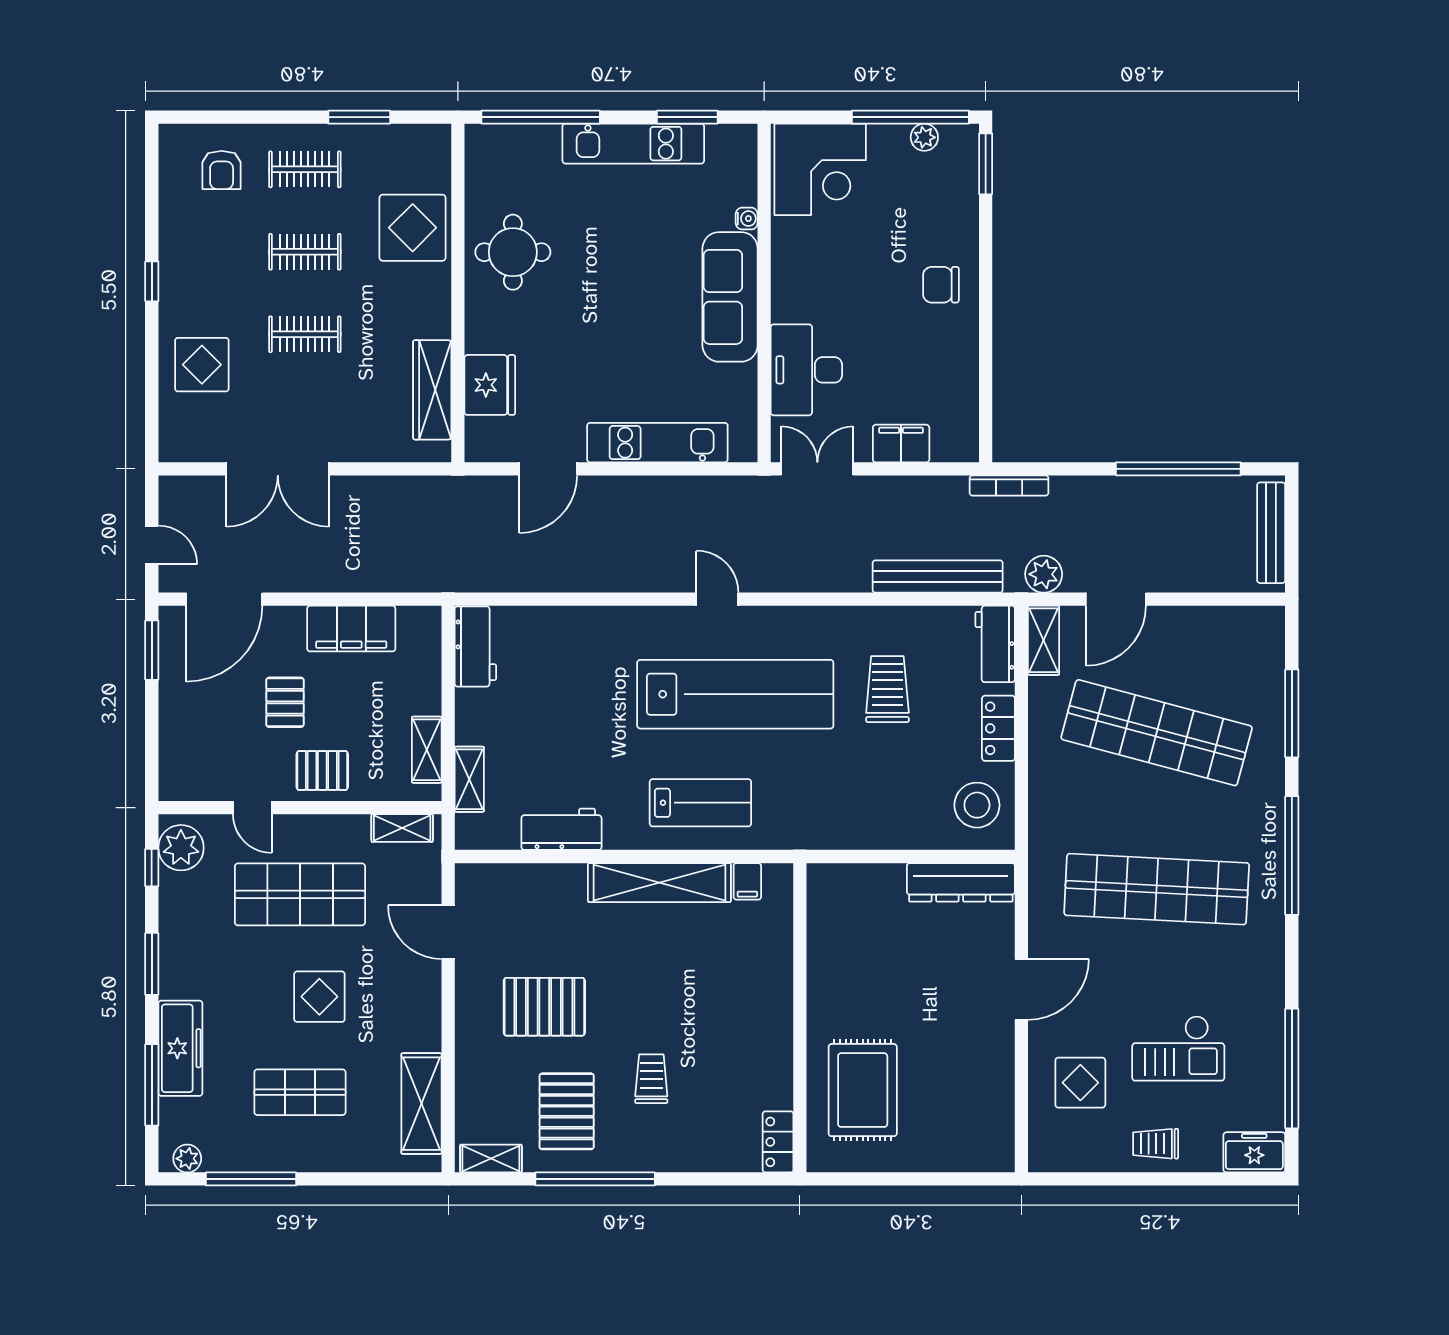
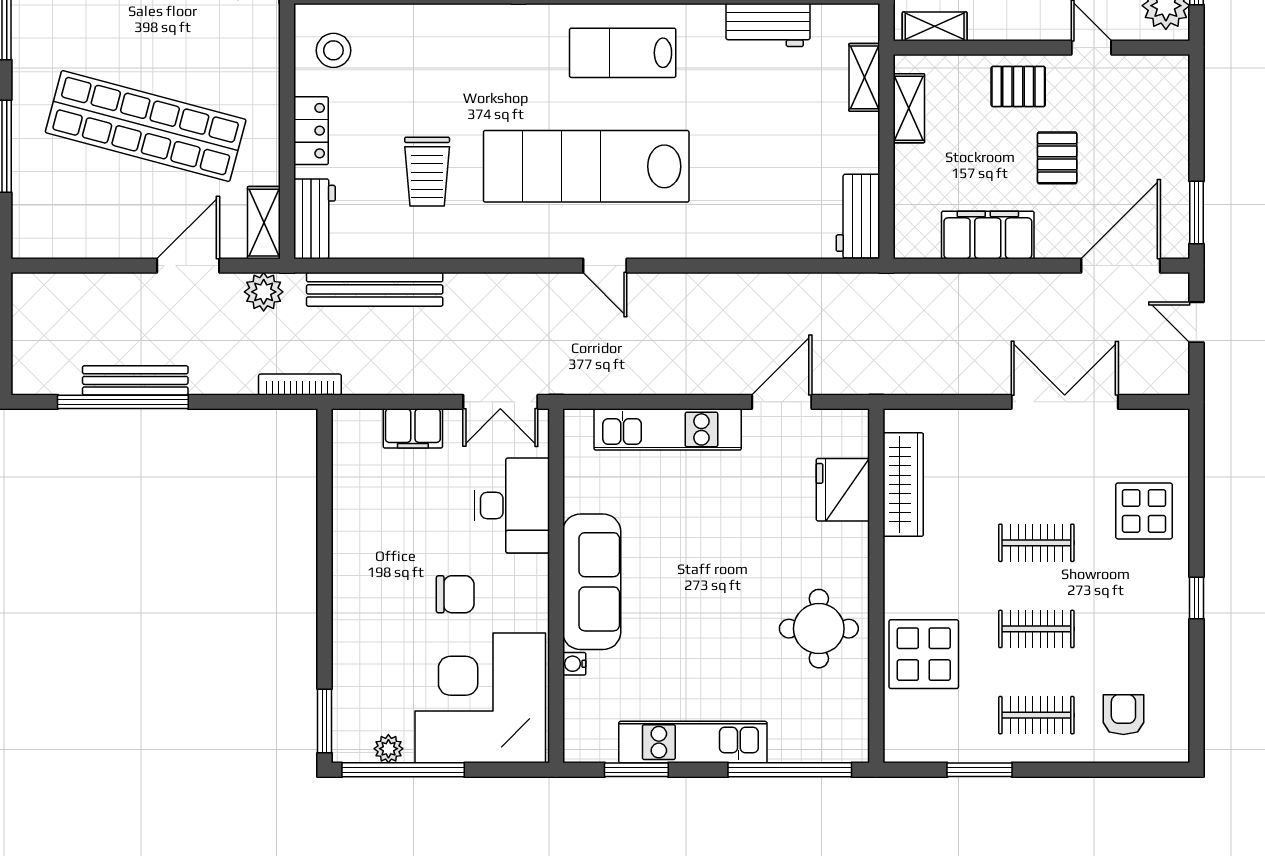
corner desk: (820, 169) -> (480, 698), width x1.36, depth x1.36
chair: (941, 285) -> (455, 594), moved
bench: (1271, 533) -> (135, 380), moved, turned 90
stool: (977, 805) -> (333, 50), width x0.73, depth x0.73

